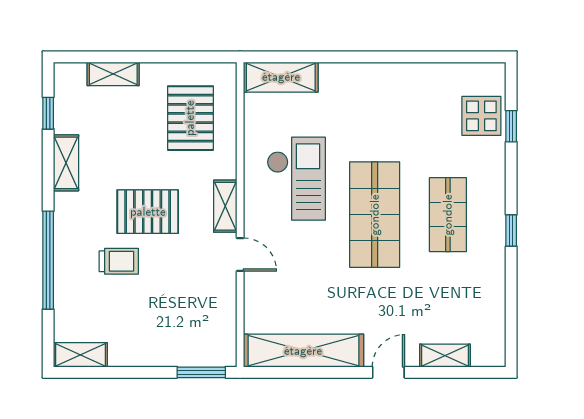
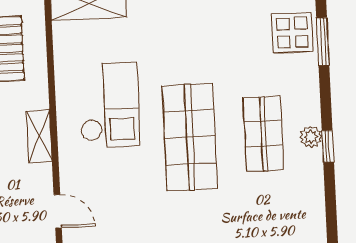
window: (511, 126) -> (323, 42), width x1.50
plant: (495, 220) -> (311, 137), added
door: (240, 255) -> (58, 211), moved

